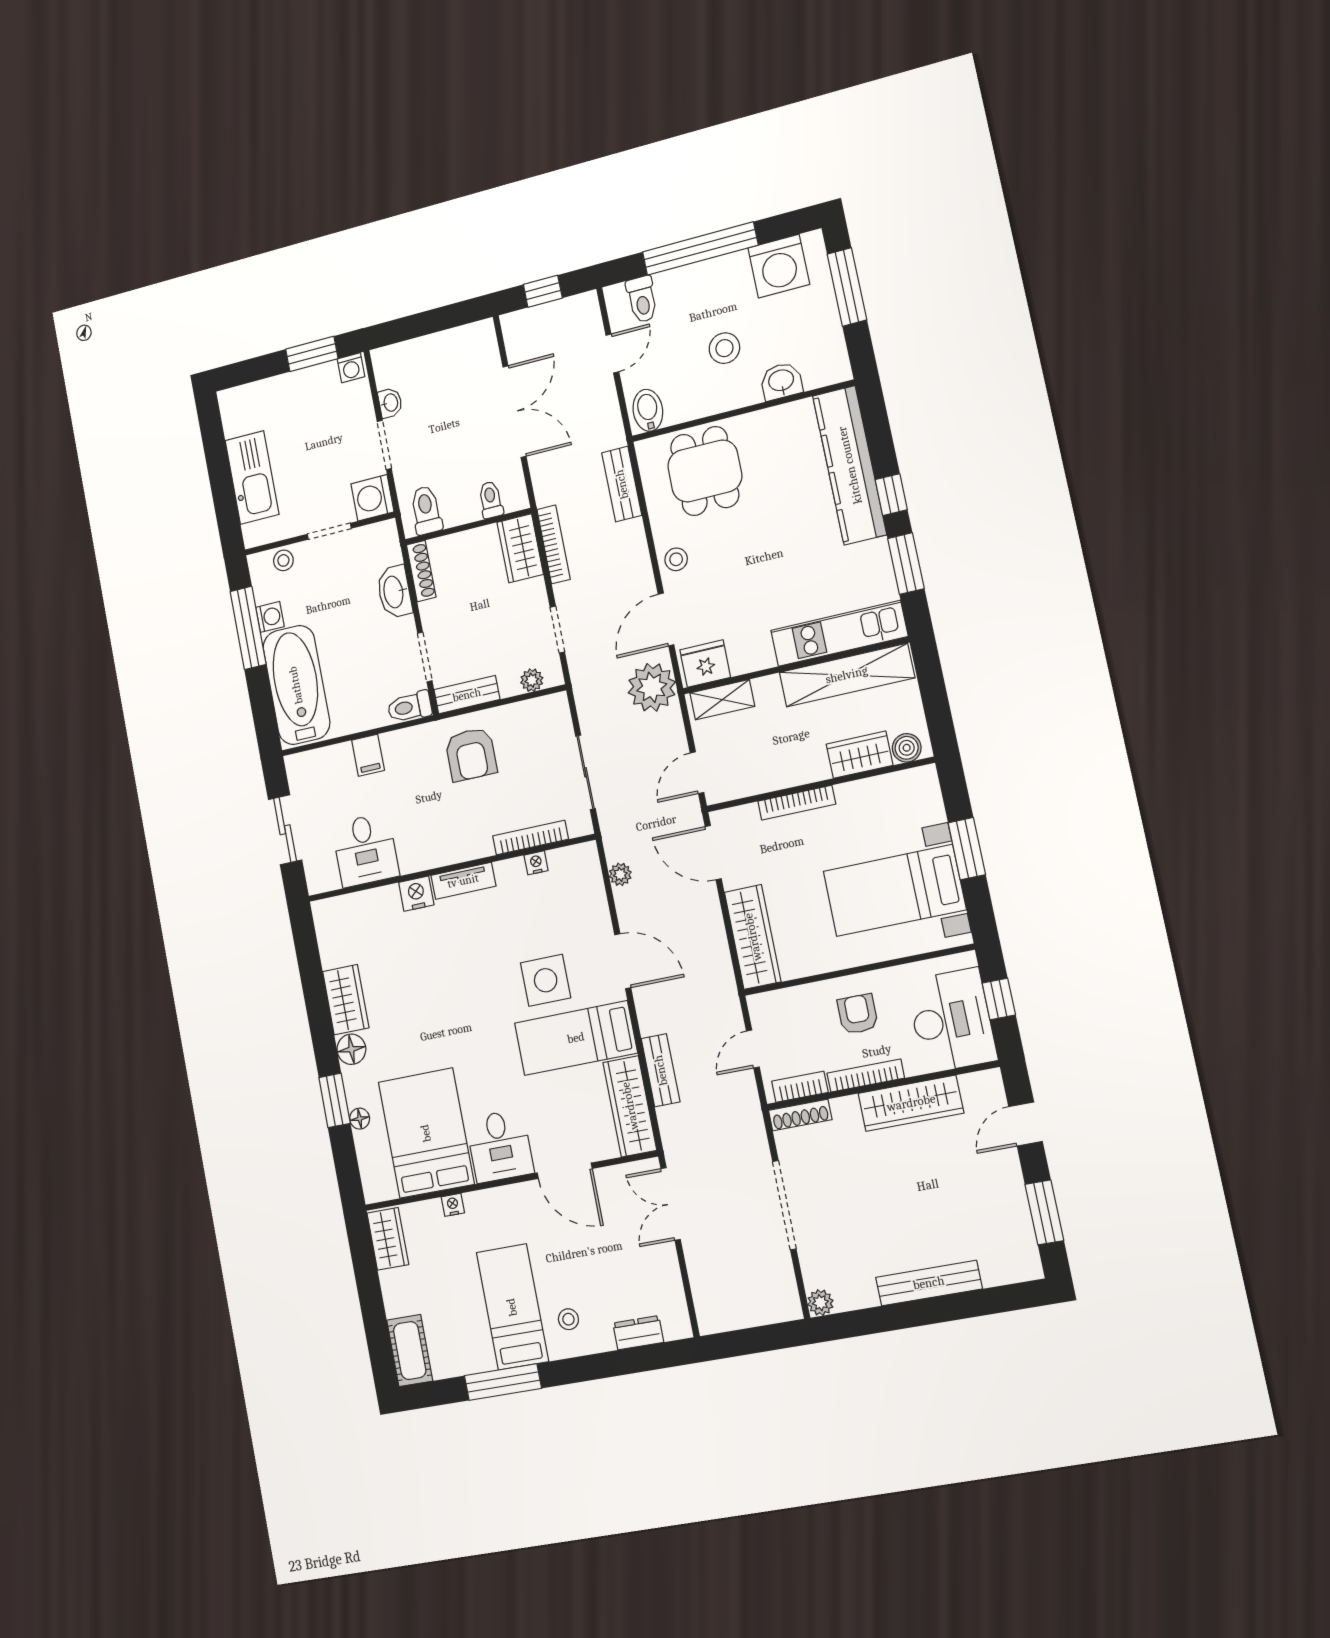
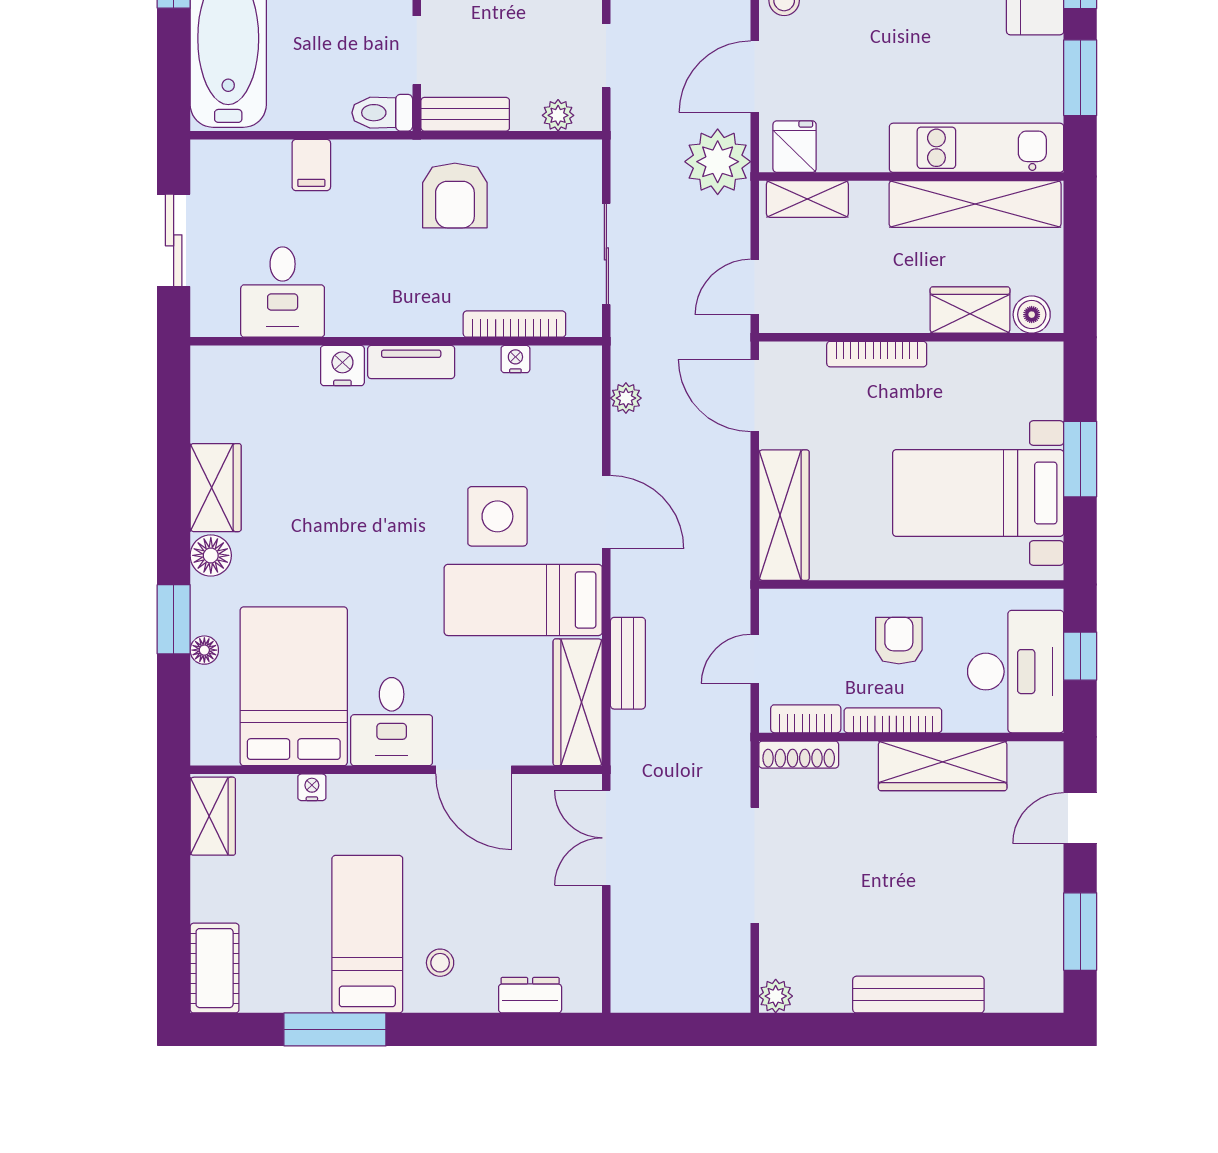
fridge: (705, 664) -> (795, 147), width x0.72

